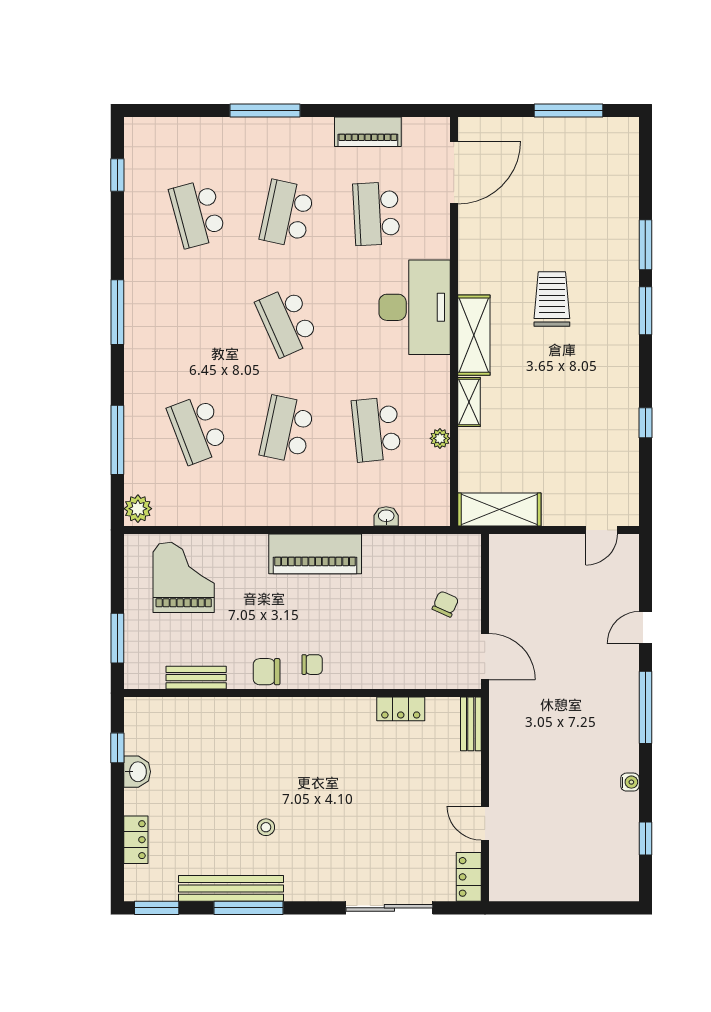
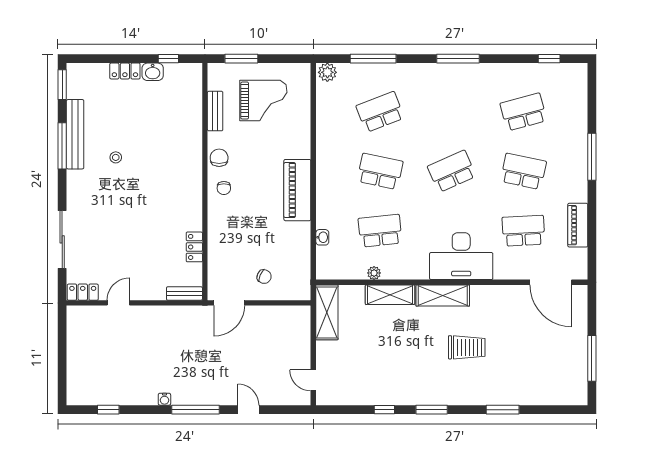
window: (645, 311) -> (432, 410), moved
shelving: (469, 402) -> (390, 295), width x1.50, depth x1.33
grand piano: (184, 577) -> (263, 101), moved
water cooler: (630, 782) -> (164, 399), moved
locker: (136, 840) -> (125, 71), moved

